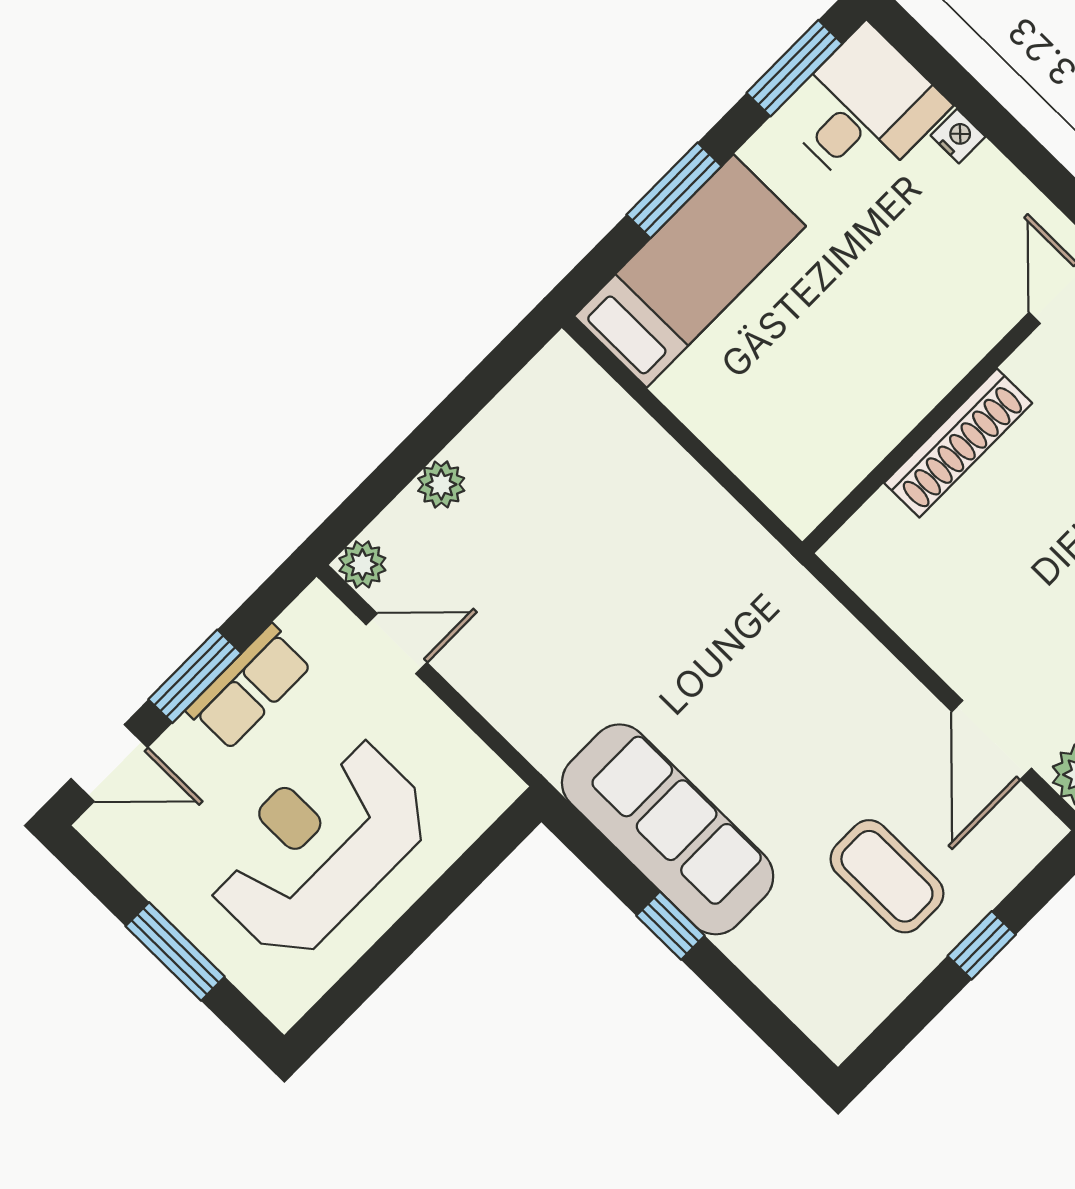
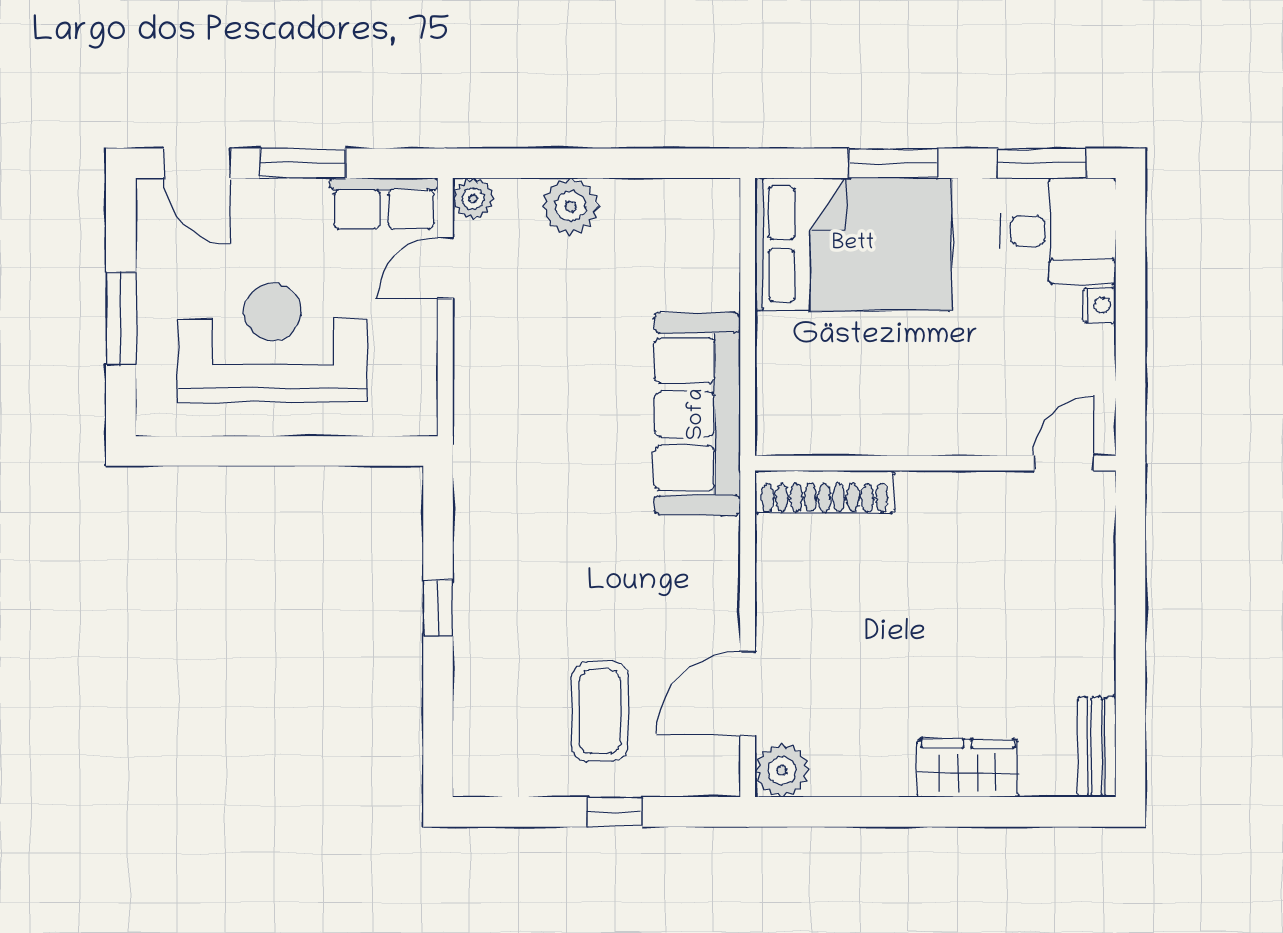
bed: (690, 271) -> (853, 244), width x1.50
shoe rack: (958, 443) -> (825, 492), moved
plant: (441, 485) -> (570, 206), width x1.38, depth x1.38
door: (396, 644) -> (445, 268), swing flipped
row of seats: (249, 687) -> (384, 204), moved
sofa: (668, 829) -> (697, 414), moved, turned 180

